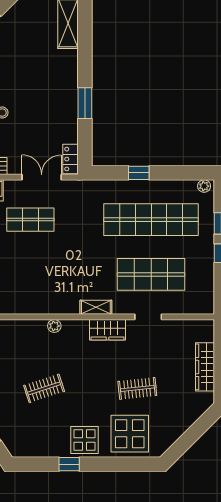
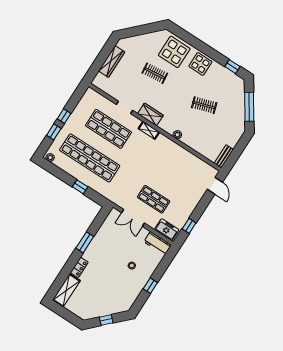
locker: (71, 159) -> (79, 267), moved
window: (69, 464) -> (232, 67), moved

